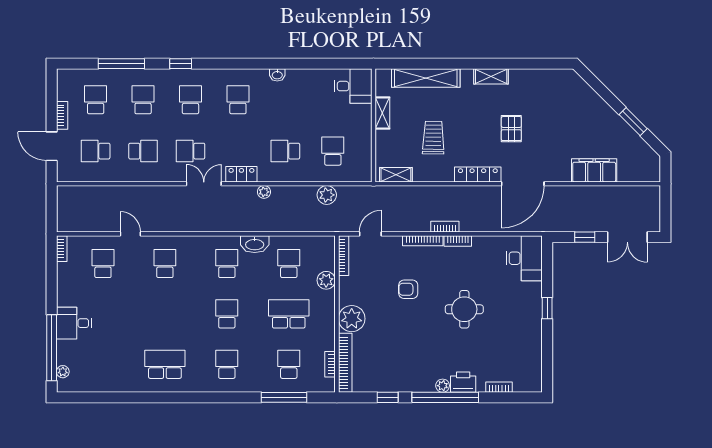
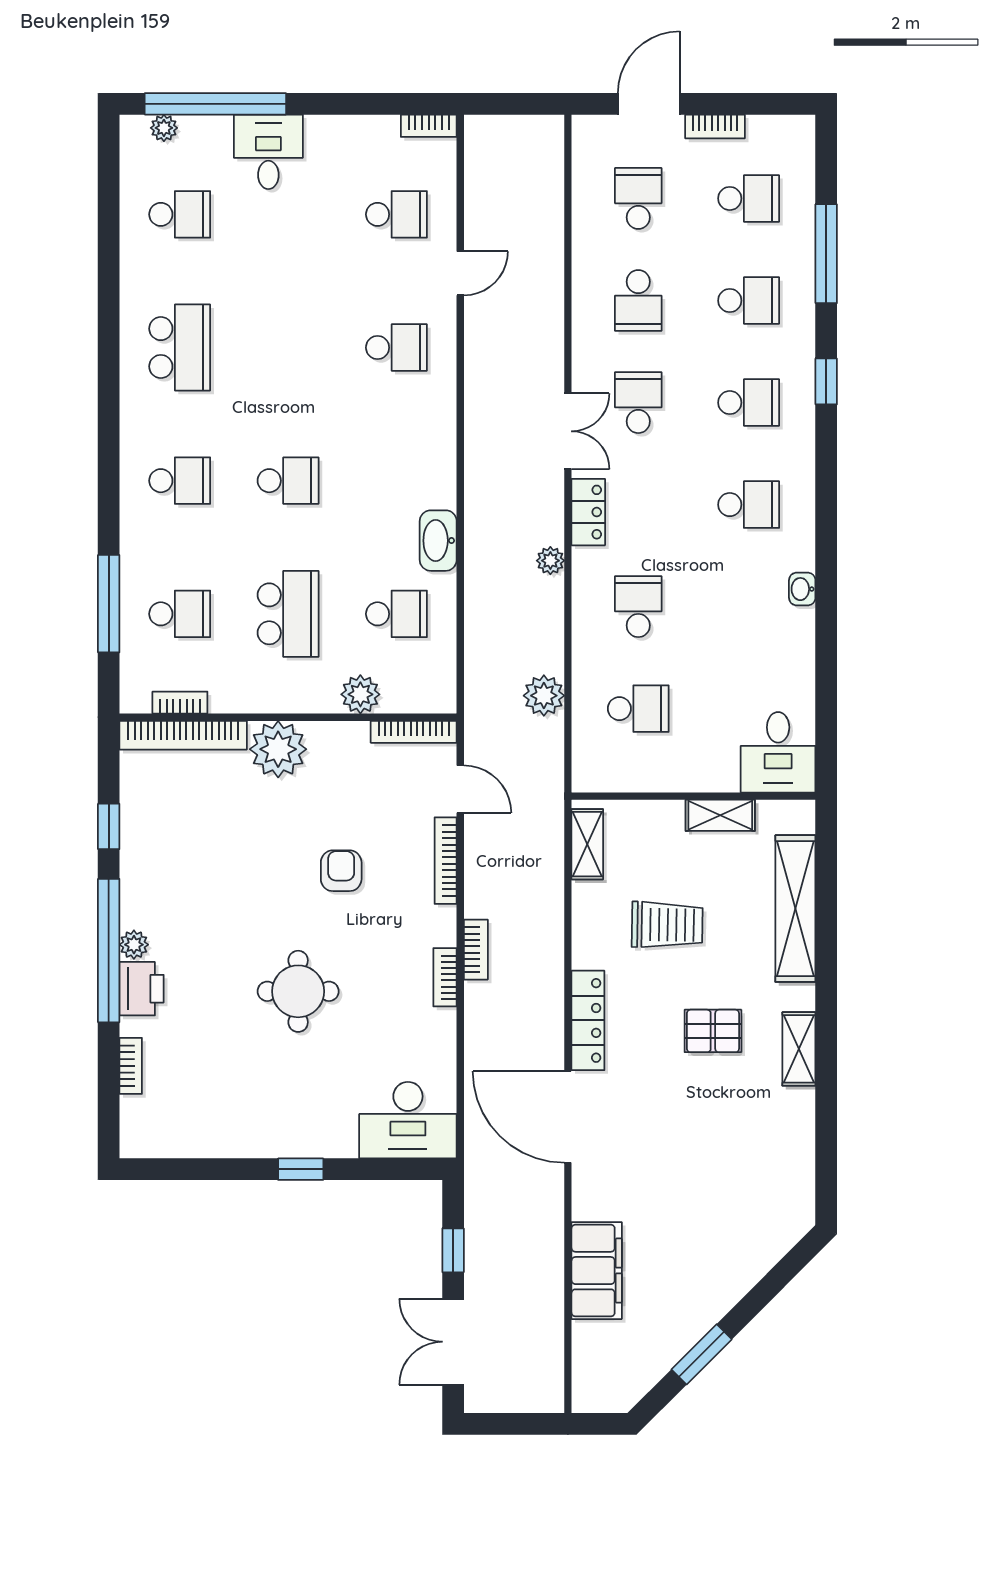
pallet: (511, 129) -> (713, 1031), moved
bookcase: (423, 241) -> (446, 861), moved
school desk: (227, 264) -> (180, 214), moved

